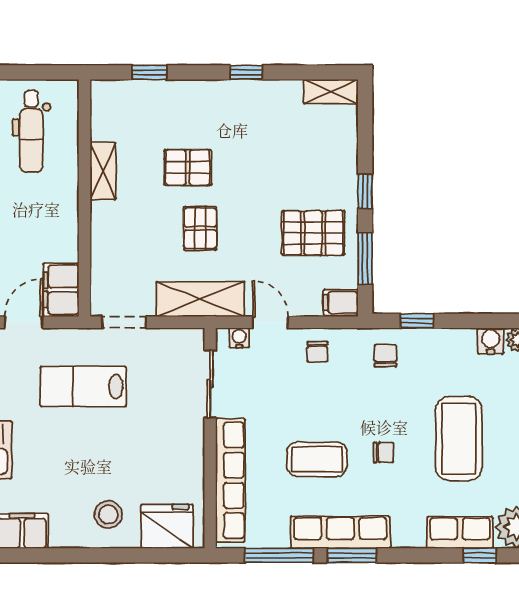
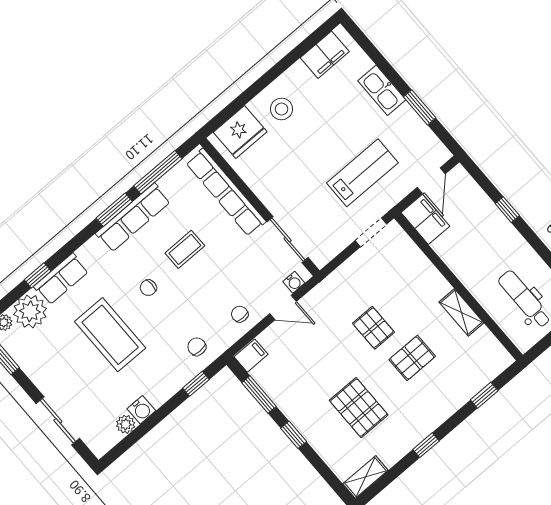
pallet: (313, 233) -> (359, 408), moved, turned 90
shelving: (200, 299) -> (337, 285), removed
chair: (385, 356) -> (197, 347), turned 180
coffee table: (317, 459) -> (185, 249), width x0.73, depth x0.77

